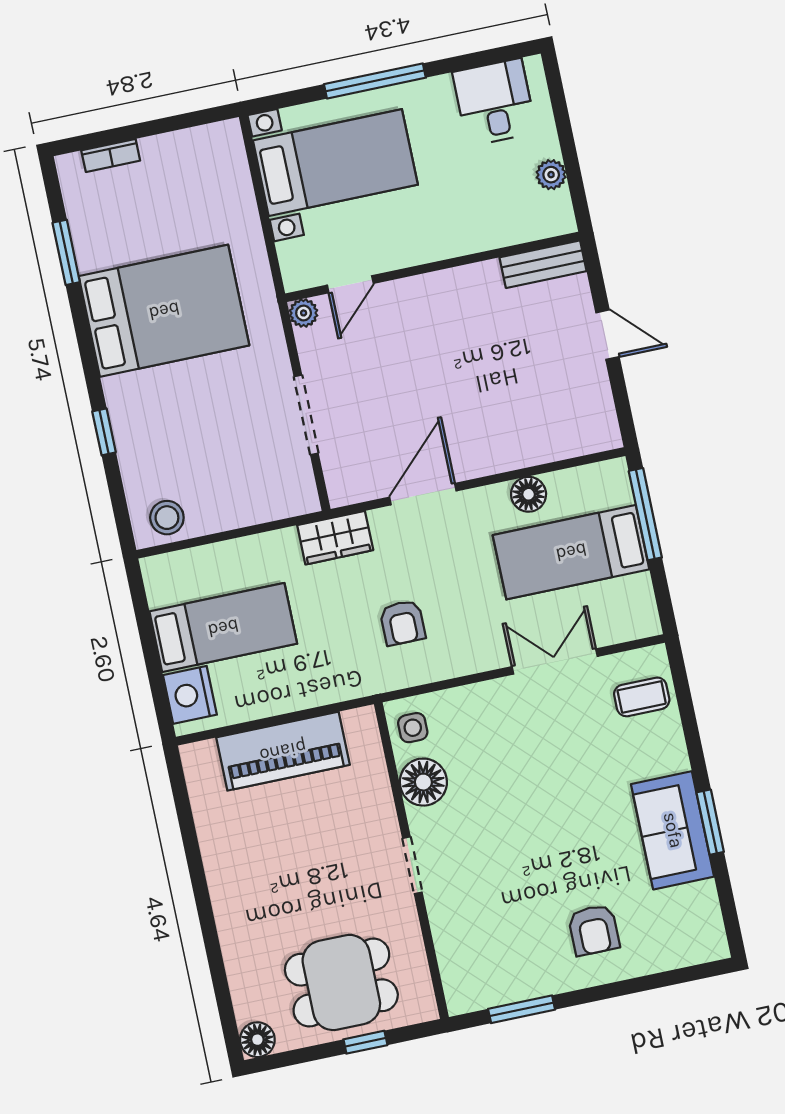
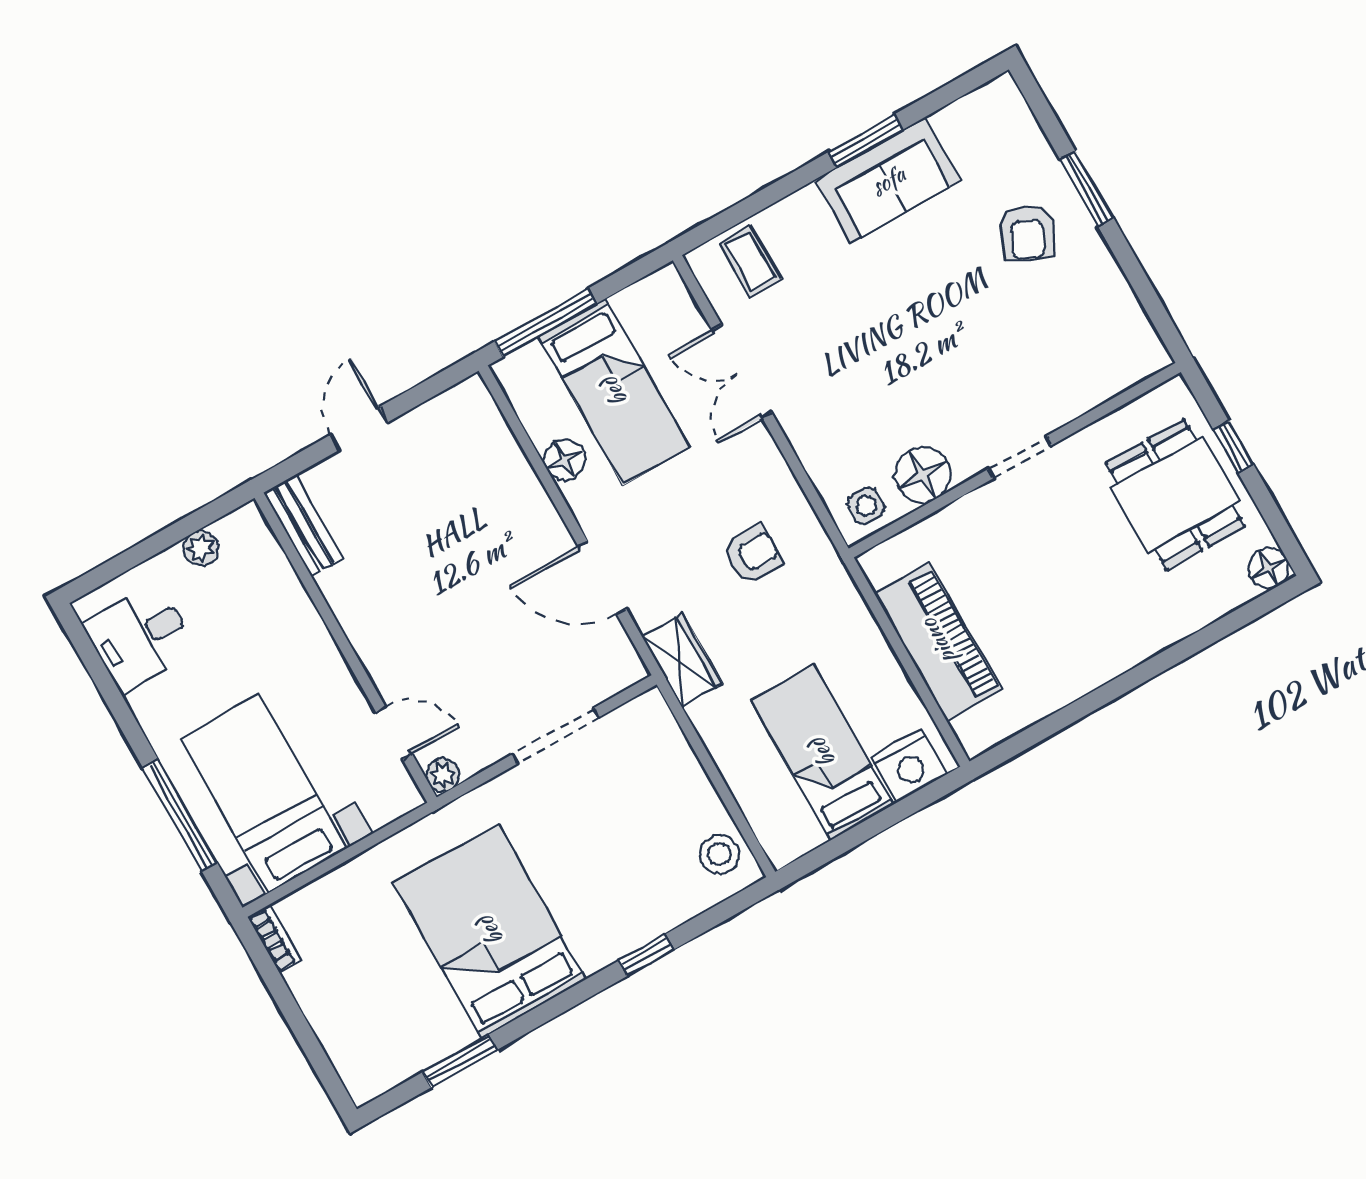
window: (375, 81) -> (180, 815), moved
bookcase: (111, 155) -> (275, 939), moved
armchair: (594, 930) -> (1027, 232), turned 114
window: (522, 1009) -> (1087, 189), moved

